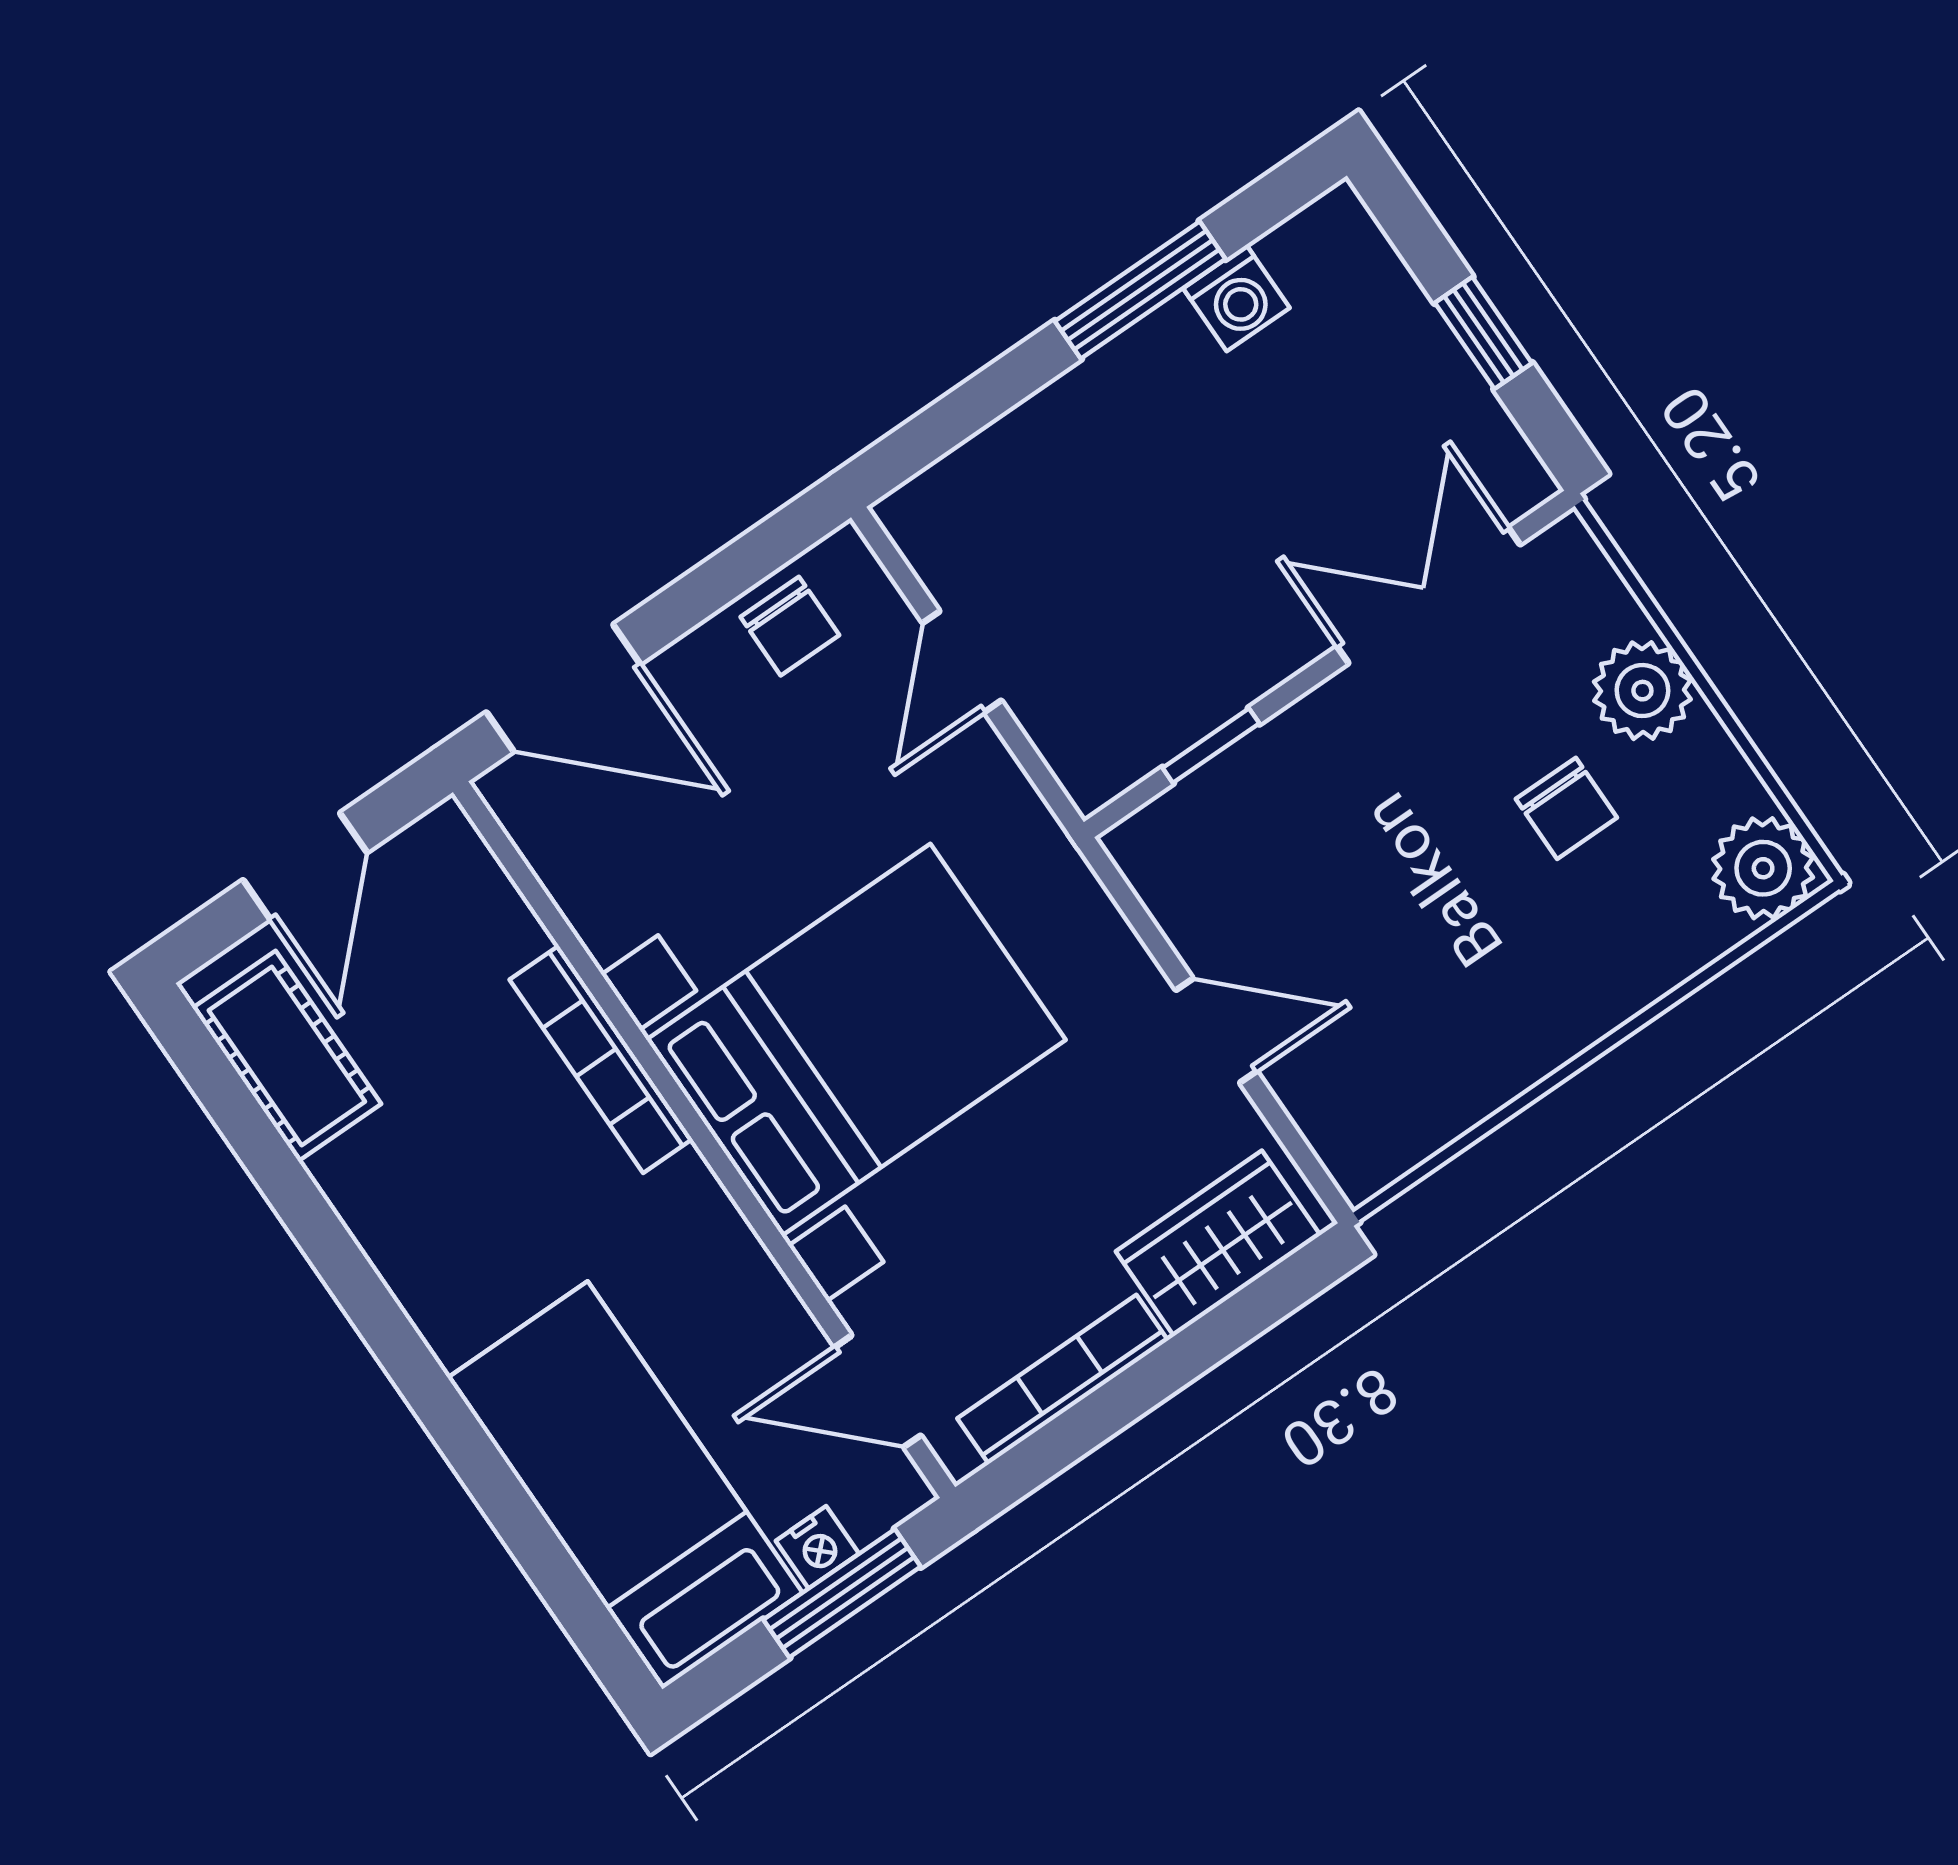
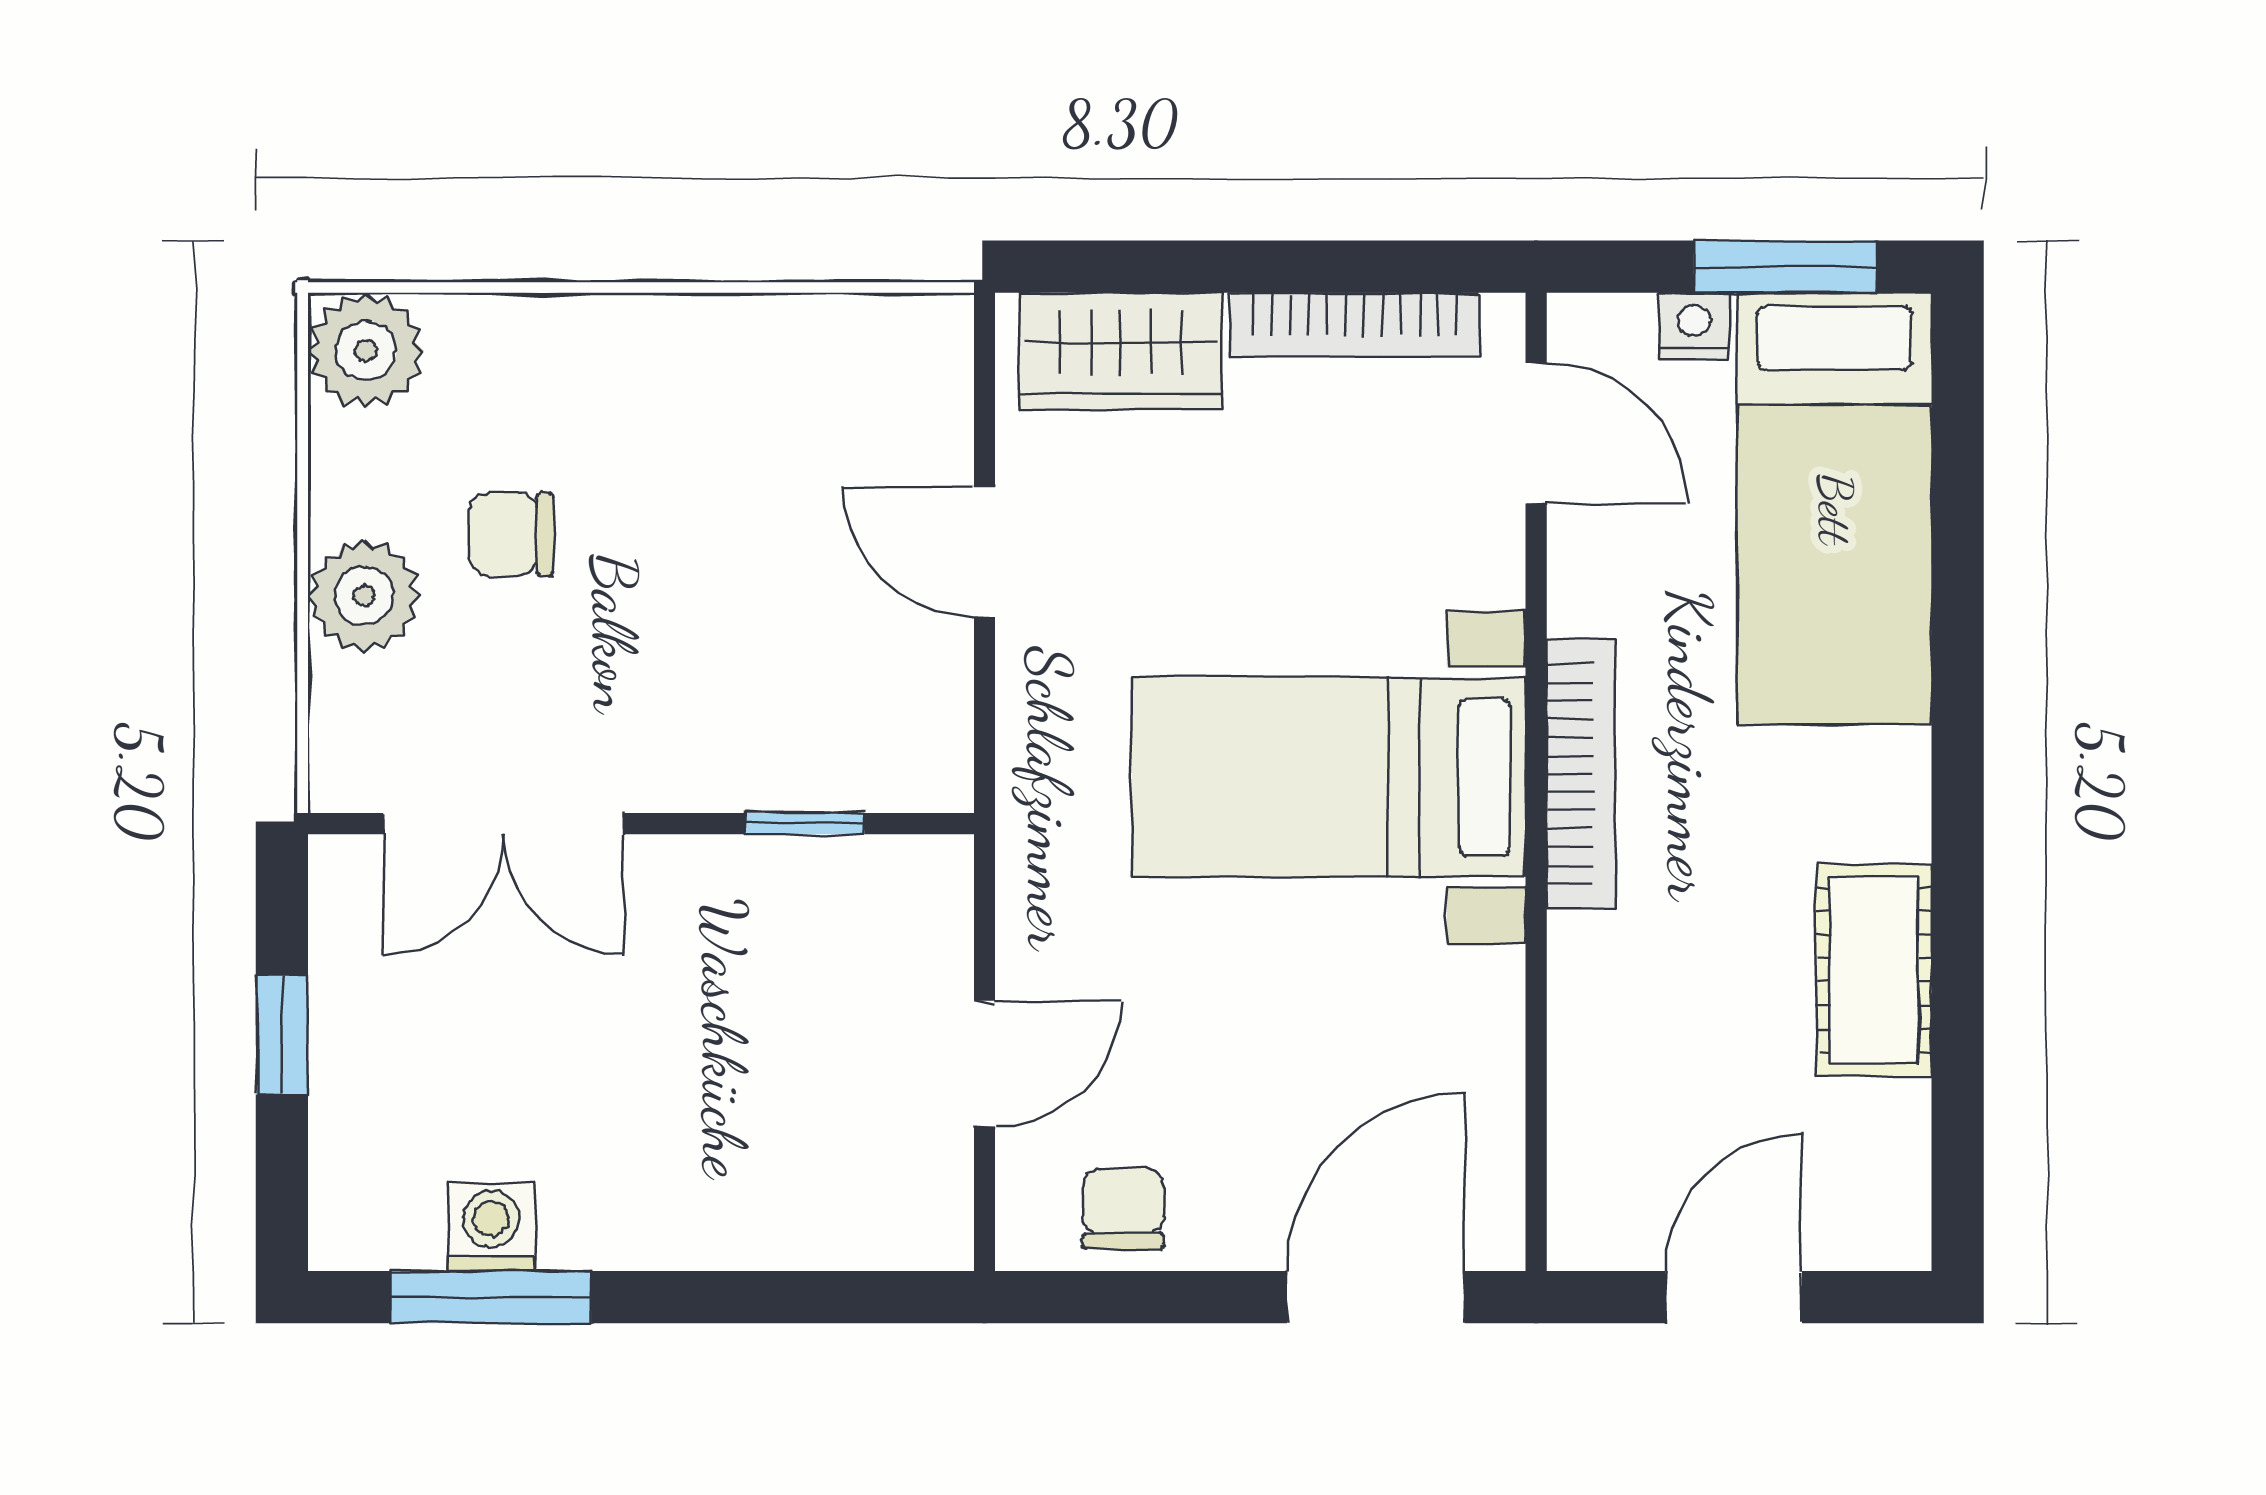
window: (1140, 290) -> (491, 1297), moved
door: (563, 688) -> (1376, 1297), hinge flipped
chair: (1566, 808) -> (512, 534), turned -90
bed with nightstands: (856, 1040) -> (1329, 777), width x0.73
cot: (287, 1056) -> (1874, 970), moved
bookcase: (601, 1059) -> (1581, 774), moved
window: (842, 1593) -> (1785, 267), moved

